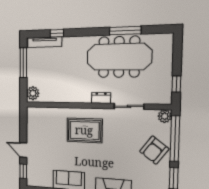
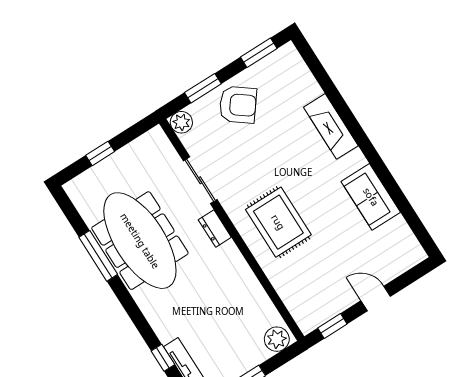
window: (176, 84) -> (100, 153), moved
window: (175, 139) -> (203, 88), width x0.47
door: (23, 150) -> (376, 298), swing flipped
window: (23, 171) -> (332, 326), moved

